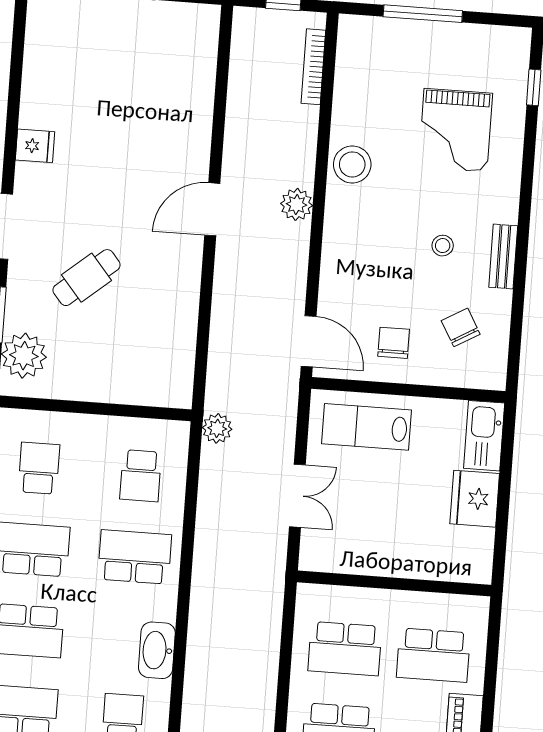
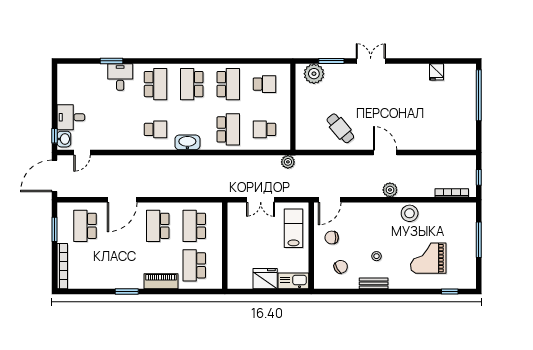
fridge: (35, 146) -> (437, 72), moved
cafe table: (87, 278) -> (340, 128), moved
chair: (394, 343) -> (332, 238), turned 180

